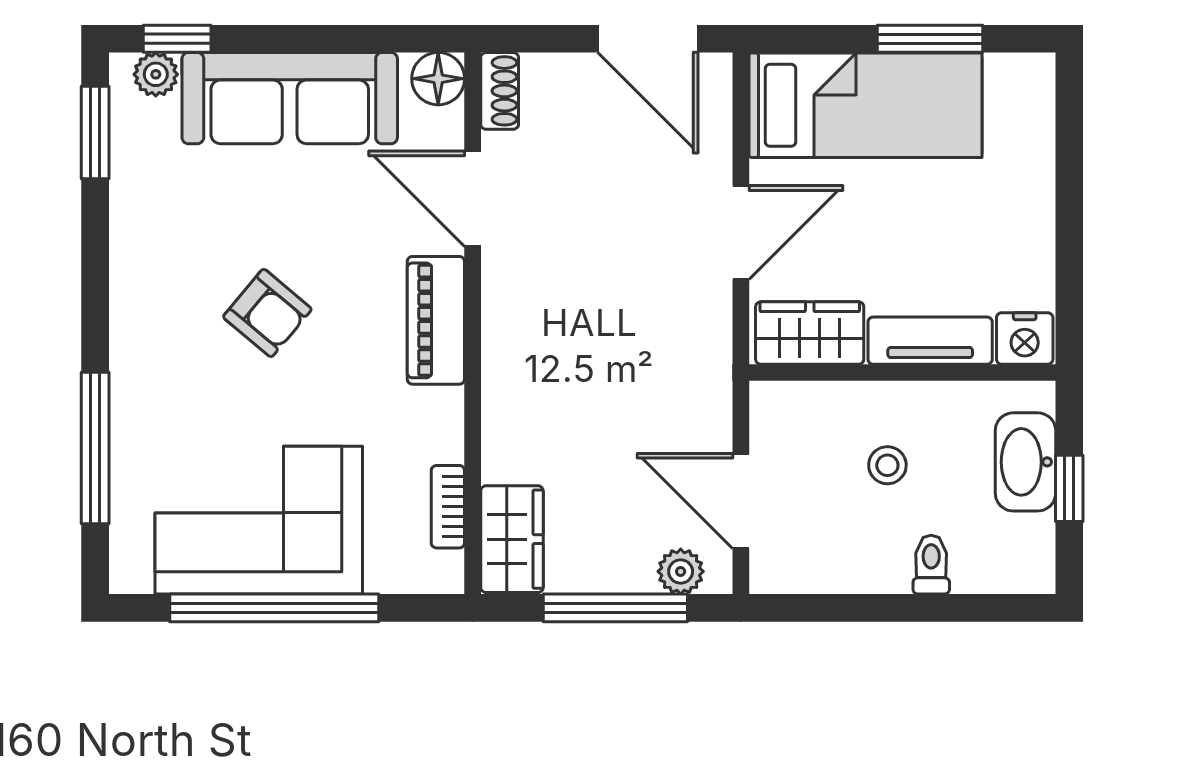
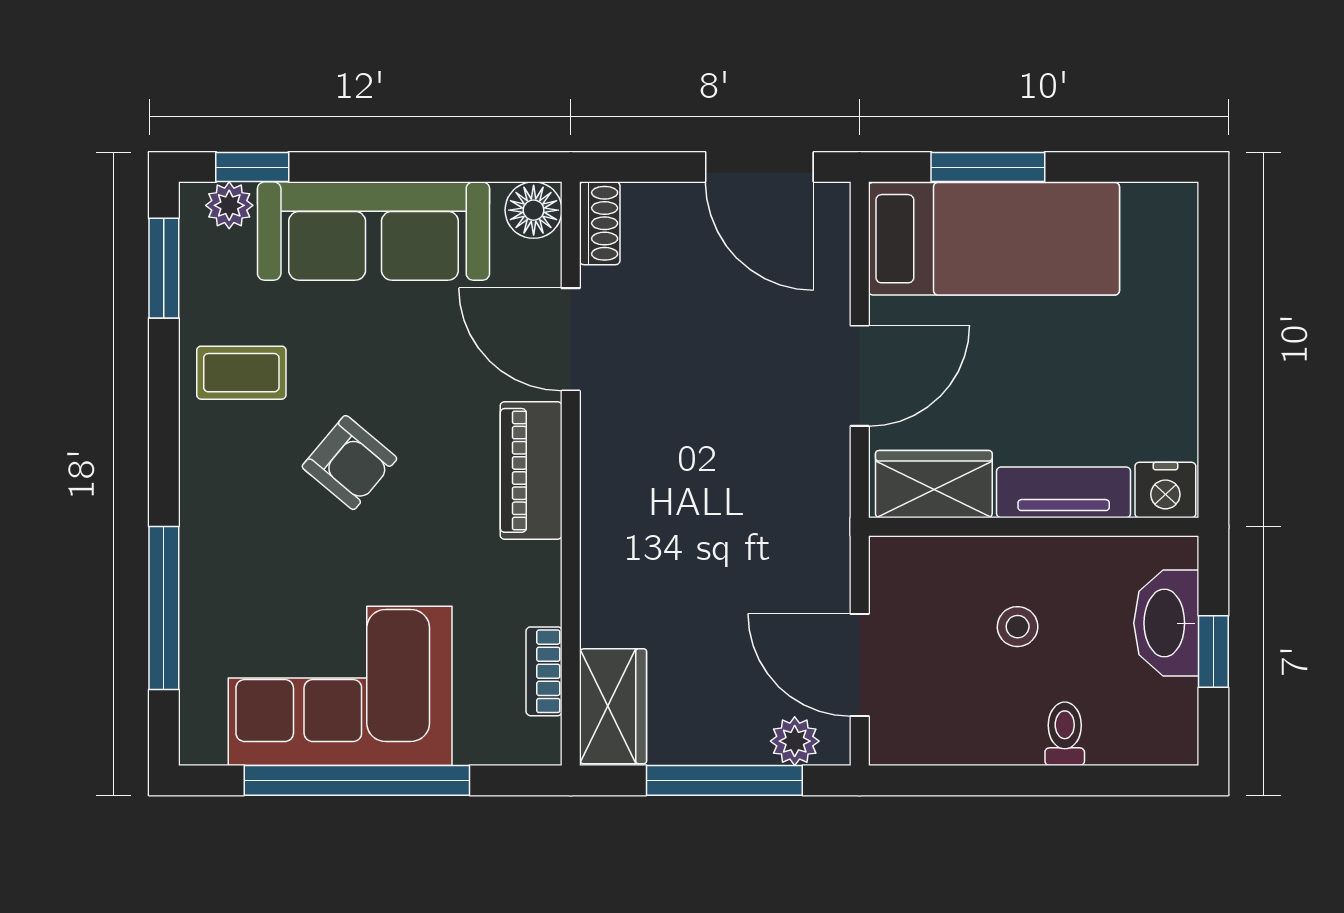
window: (930, 39) -> (988, 167), moved
coffee table: (167, 230) -> (241, 373), added

